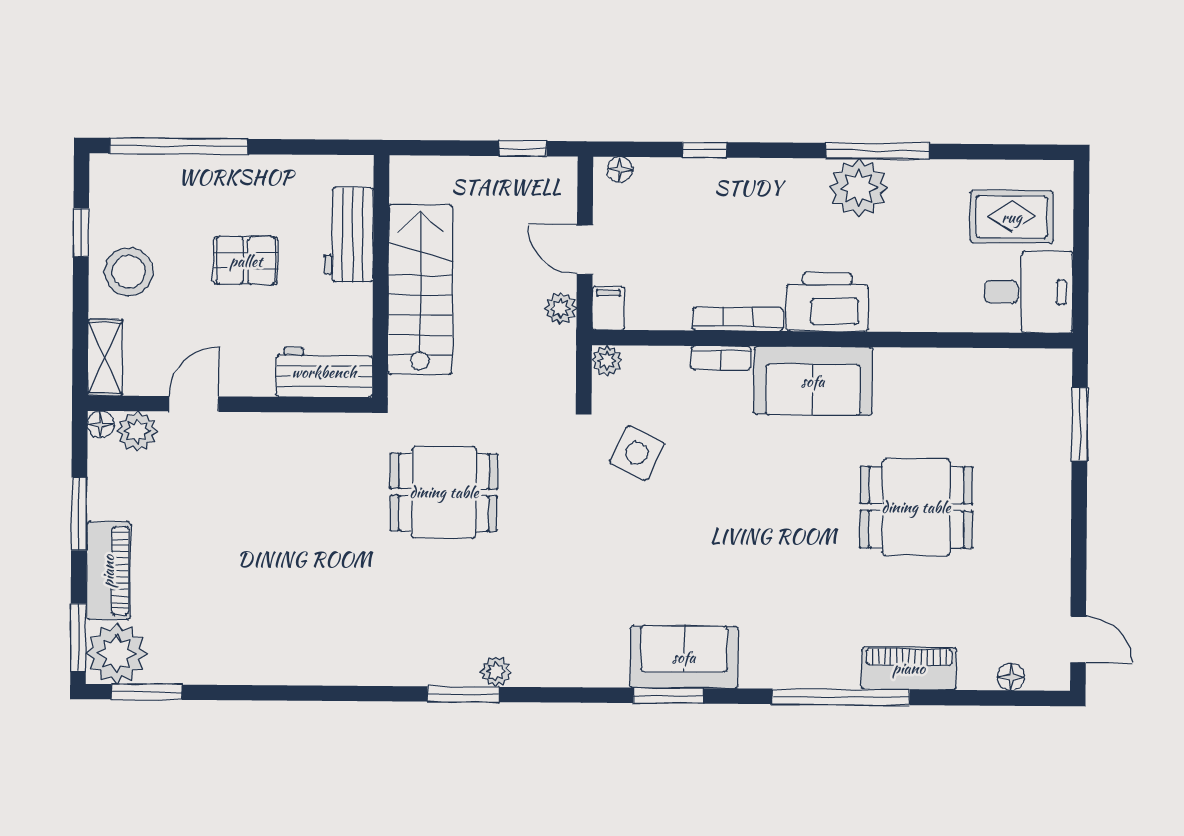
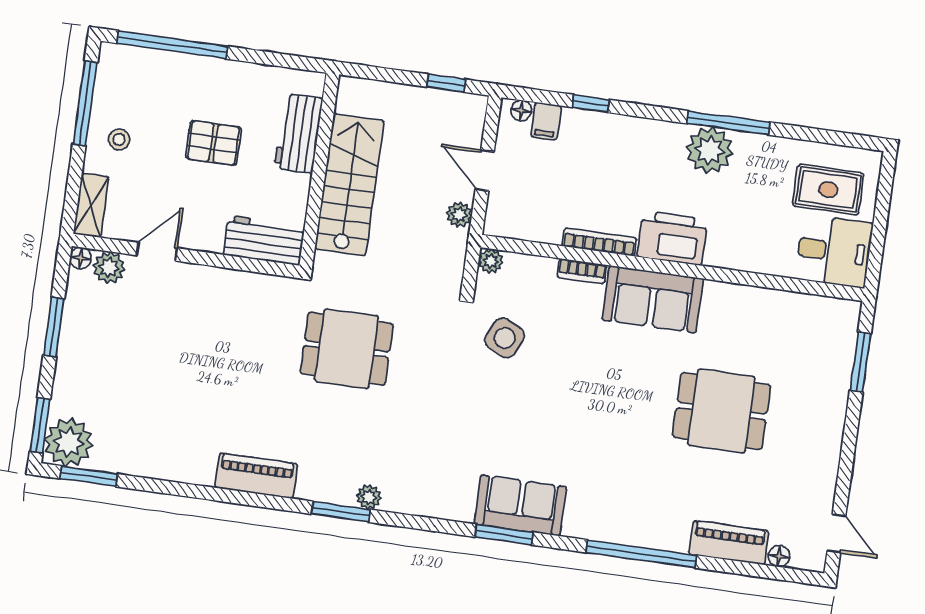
window: (81, 233) -> (85, 103), width x2.17
stool: (129, 272) -> (119, 139), width x0.53, depth x0.53
filing cabinet: (608, 308) -> (546, 121), moved, turned 180
piano: (108, 571) -> (256, 476), moved, turned -90
piano: (909, 668) -> (729, 543), moved

